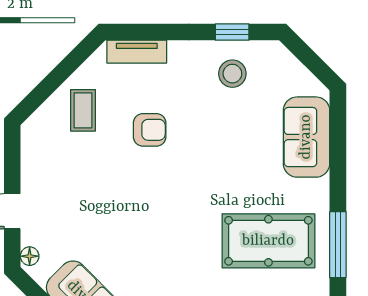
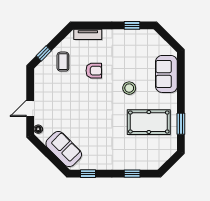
stool: (232, 74) -> (129, 88), moved
window: (41, 93) -> (44, 53), added
window: (338, 245) -> (181, 124), width x0.69

